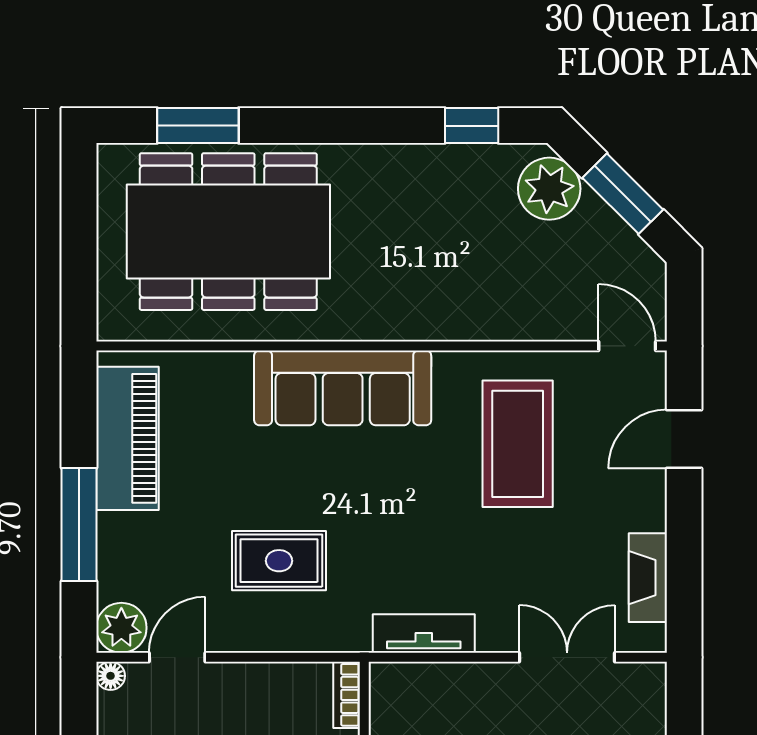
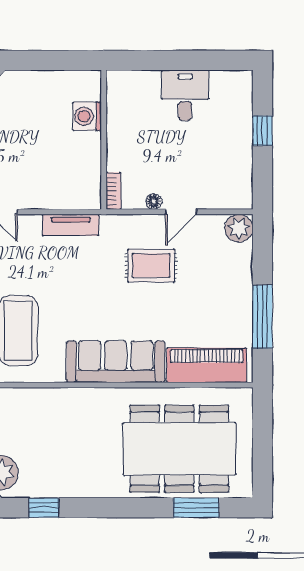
piano: (127, 438) -> (207, 365), moved, turned 90
window: (79, 525) -> (262, 317), moved
door: (177, 657) -> (181, 212), moved
floor lamp: (111, 676) -> (154, 201), moved

